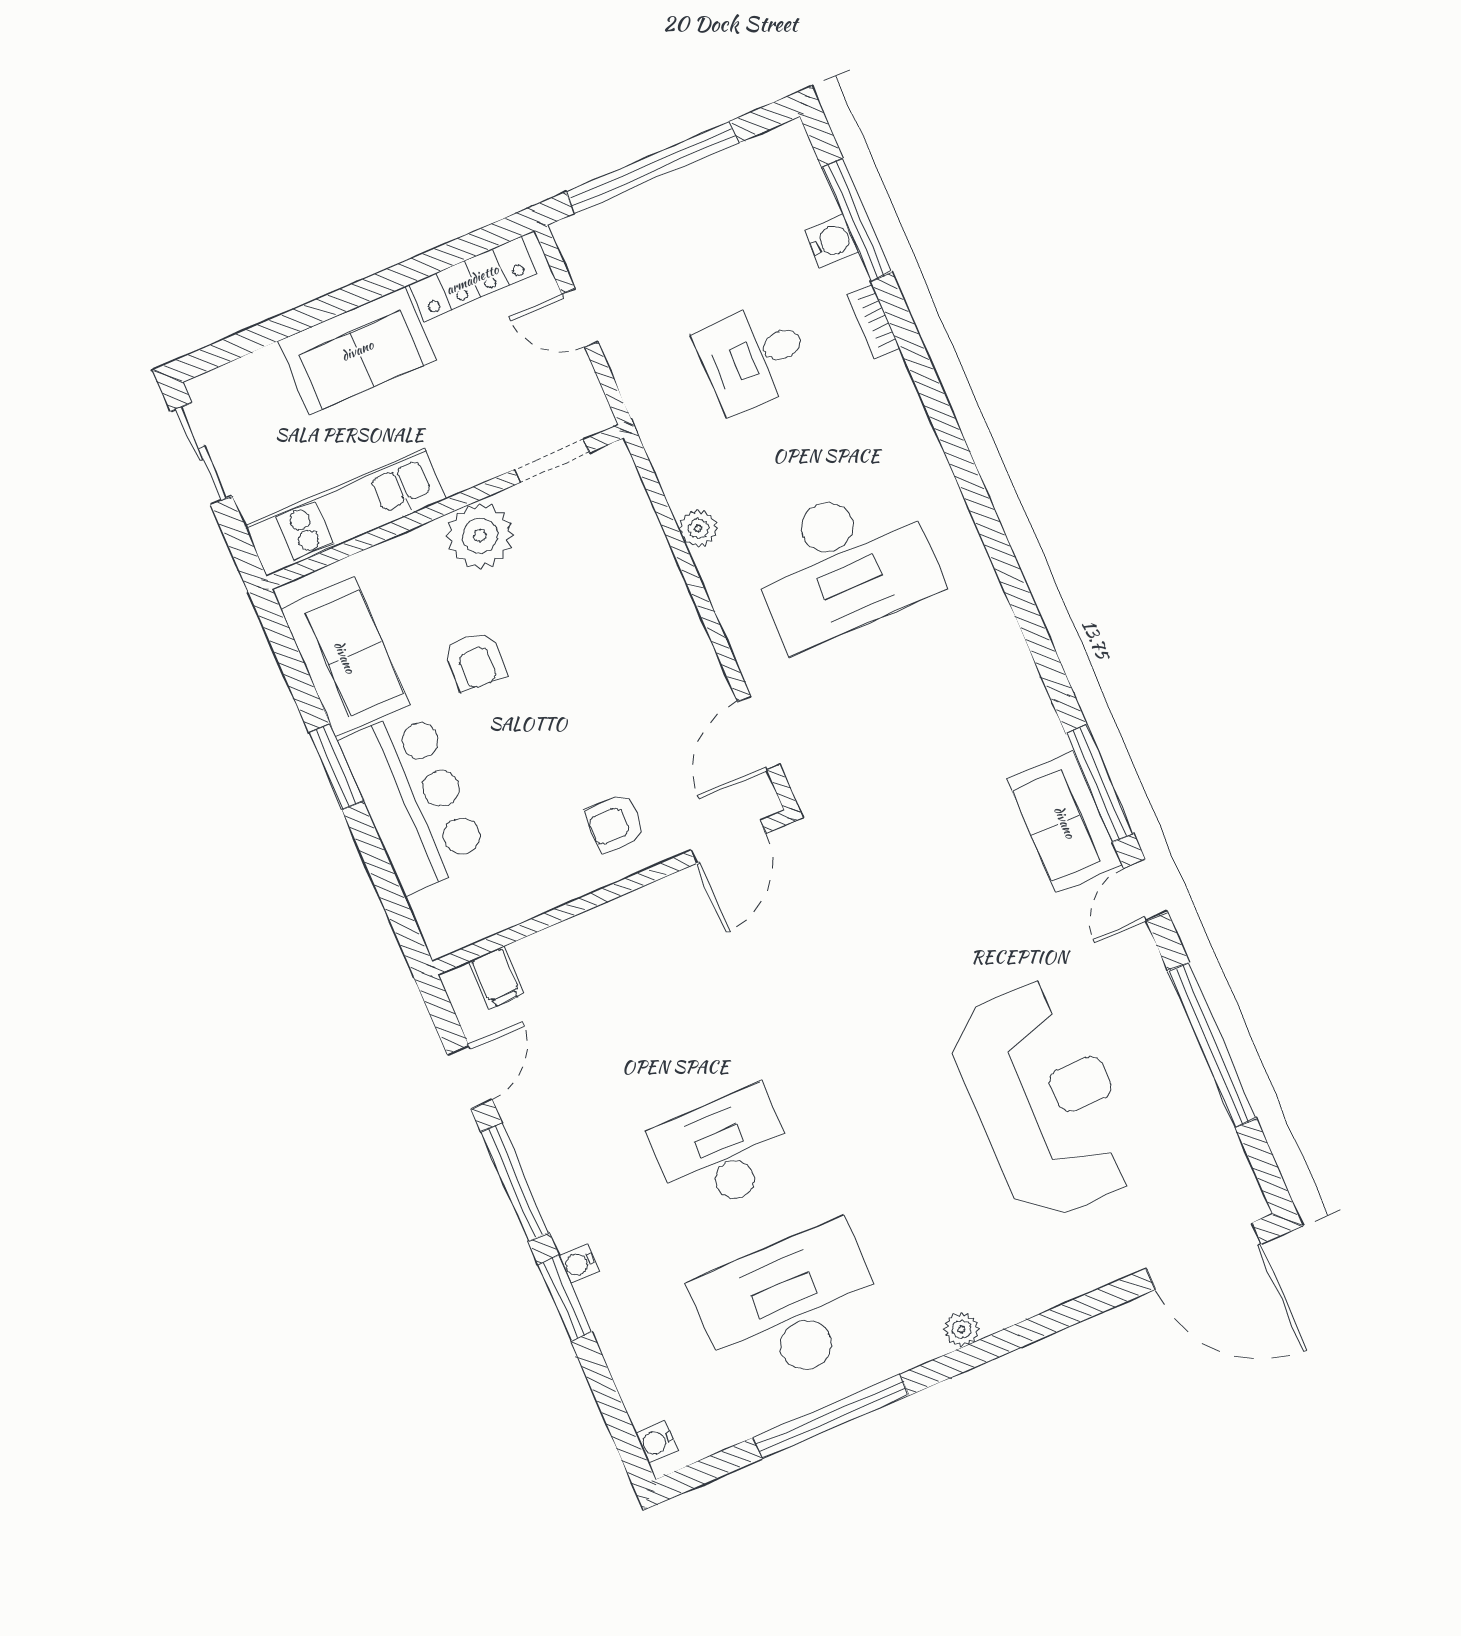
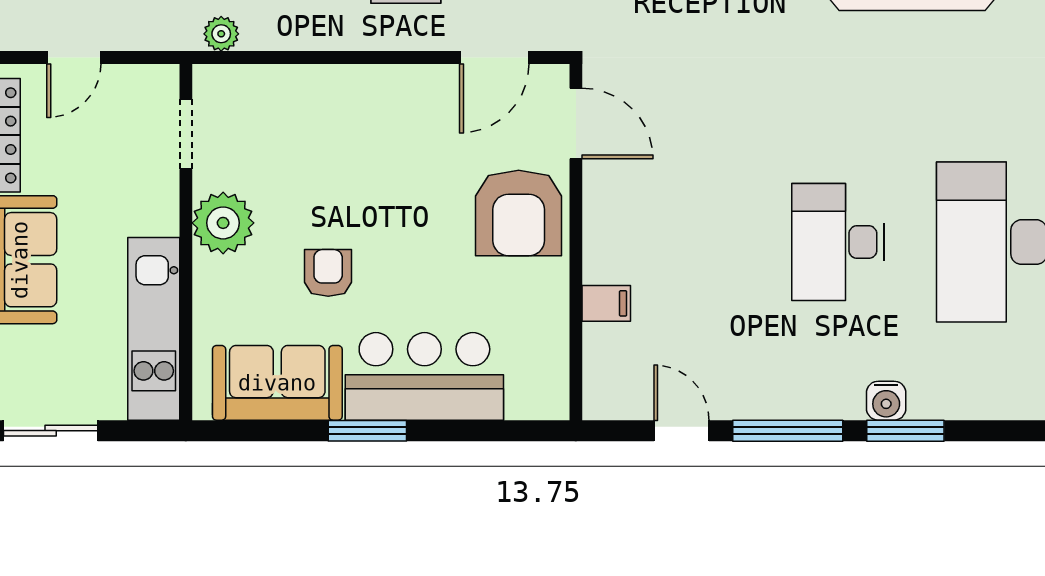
plant: (698, 528) -> (221, 34), moved
armchair: (475, 661) -> (328, 273), turned -93
door: (759, 733) -> (494, 58), hinge flipped
armchair: (615, 823) -> (519, 213), width x1.88, depth x1.88
filing cabinet: (496, 977) -> (606, 303), moved
water cooler: (579, 1263) -> (886, 401), width x1.38, depth x1.38

